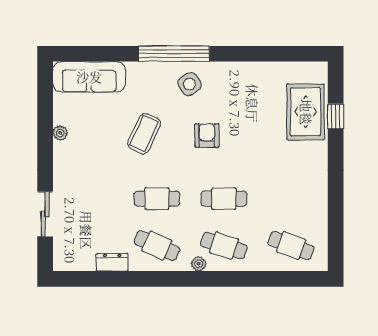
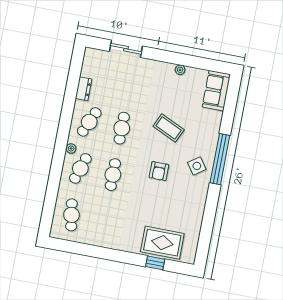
sofa: (89, 77) -> (216, 91), width x0.73
armchair: (207, 135) -> (159, 171), turned 90
cafe table: (291, 246) -> (71, 215), turned -30

